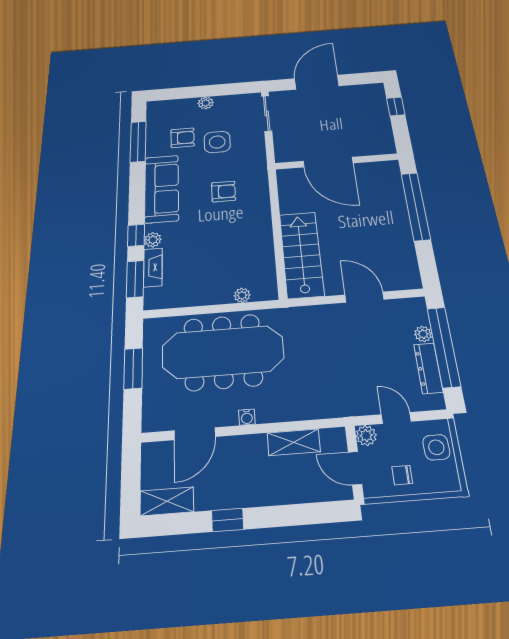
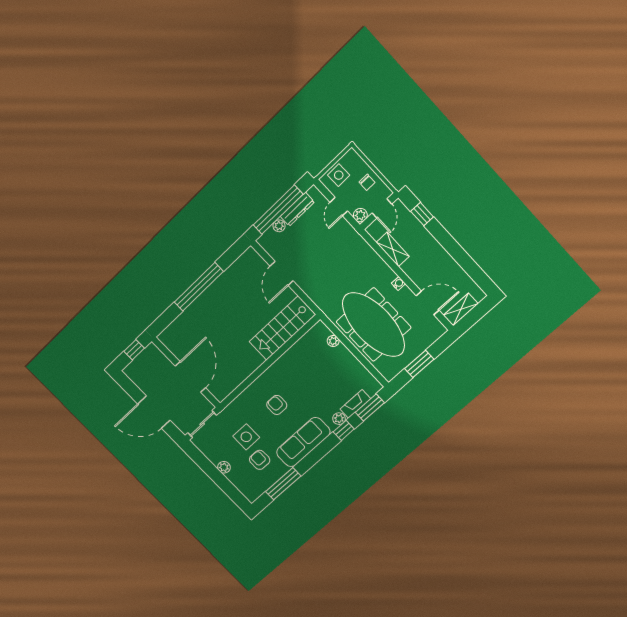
wall: (336, 161) -> (186, 372), moved
door: (328, 162) -> (190, 377), moved
shelving: (167, 501) -> (461, 309), moved, turned 90
window: (228, 520) -> (422, 214), moved

